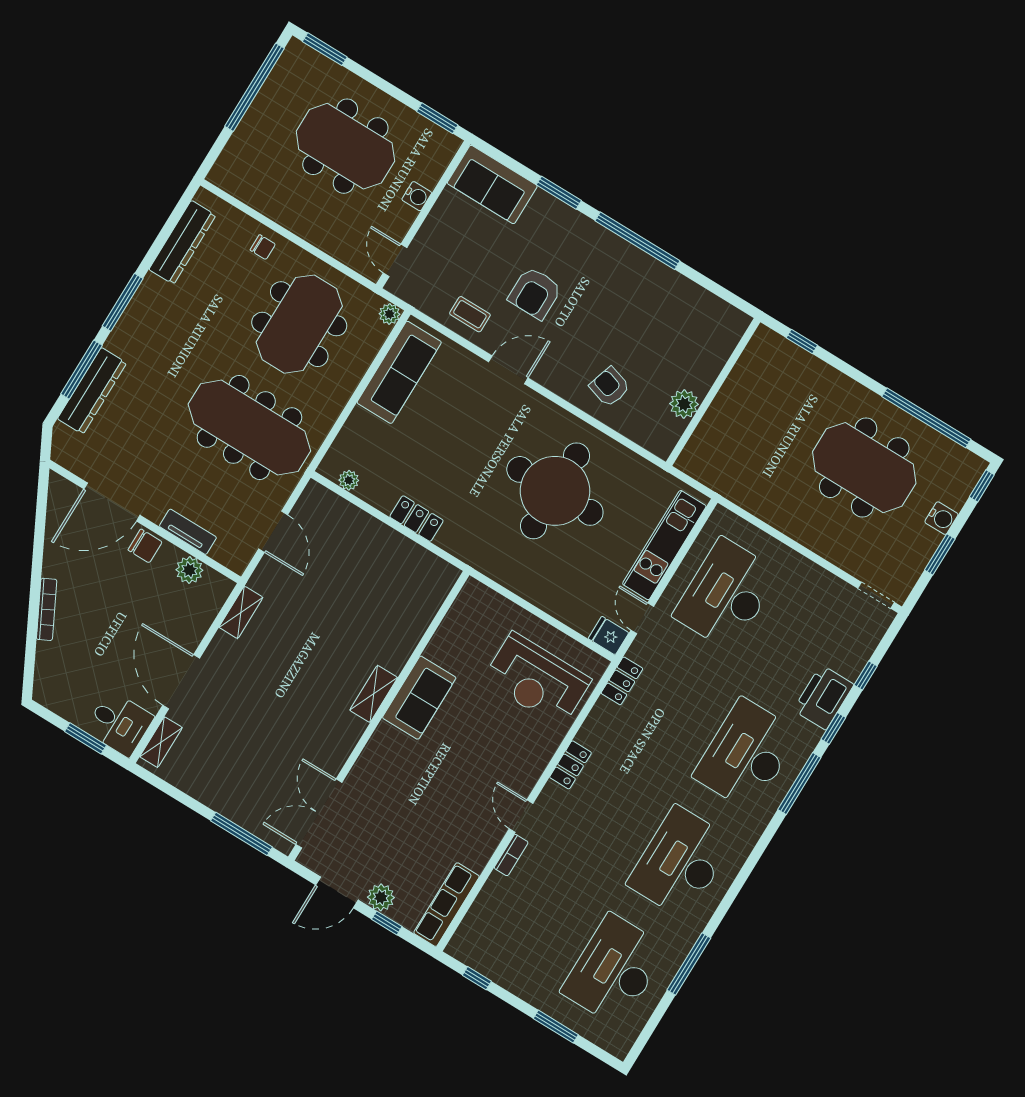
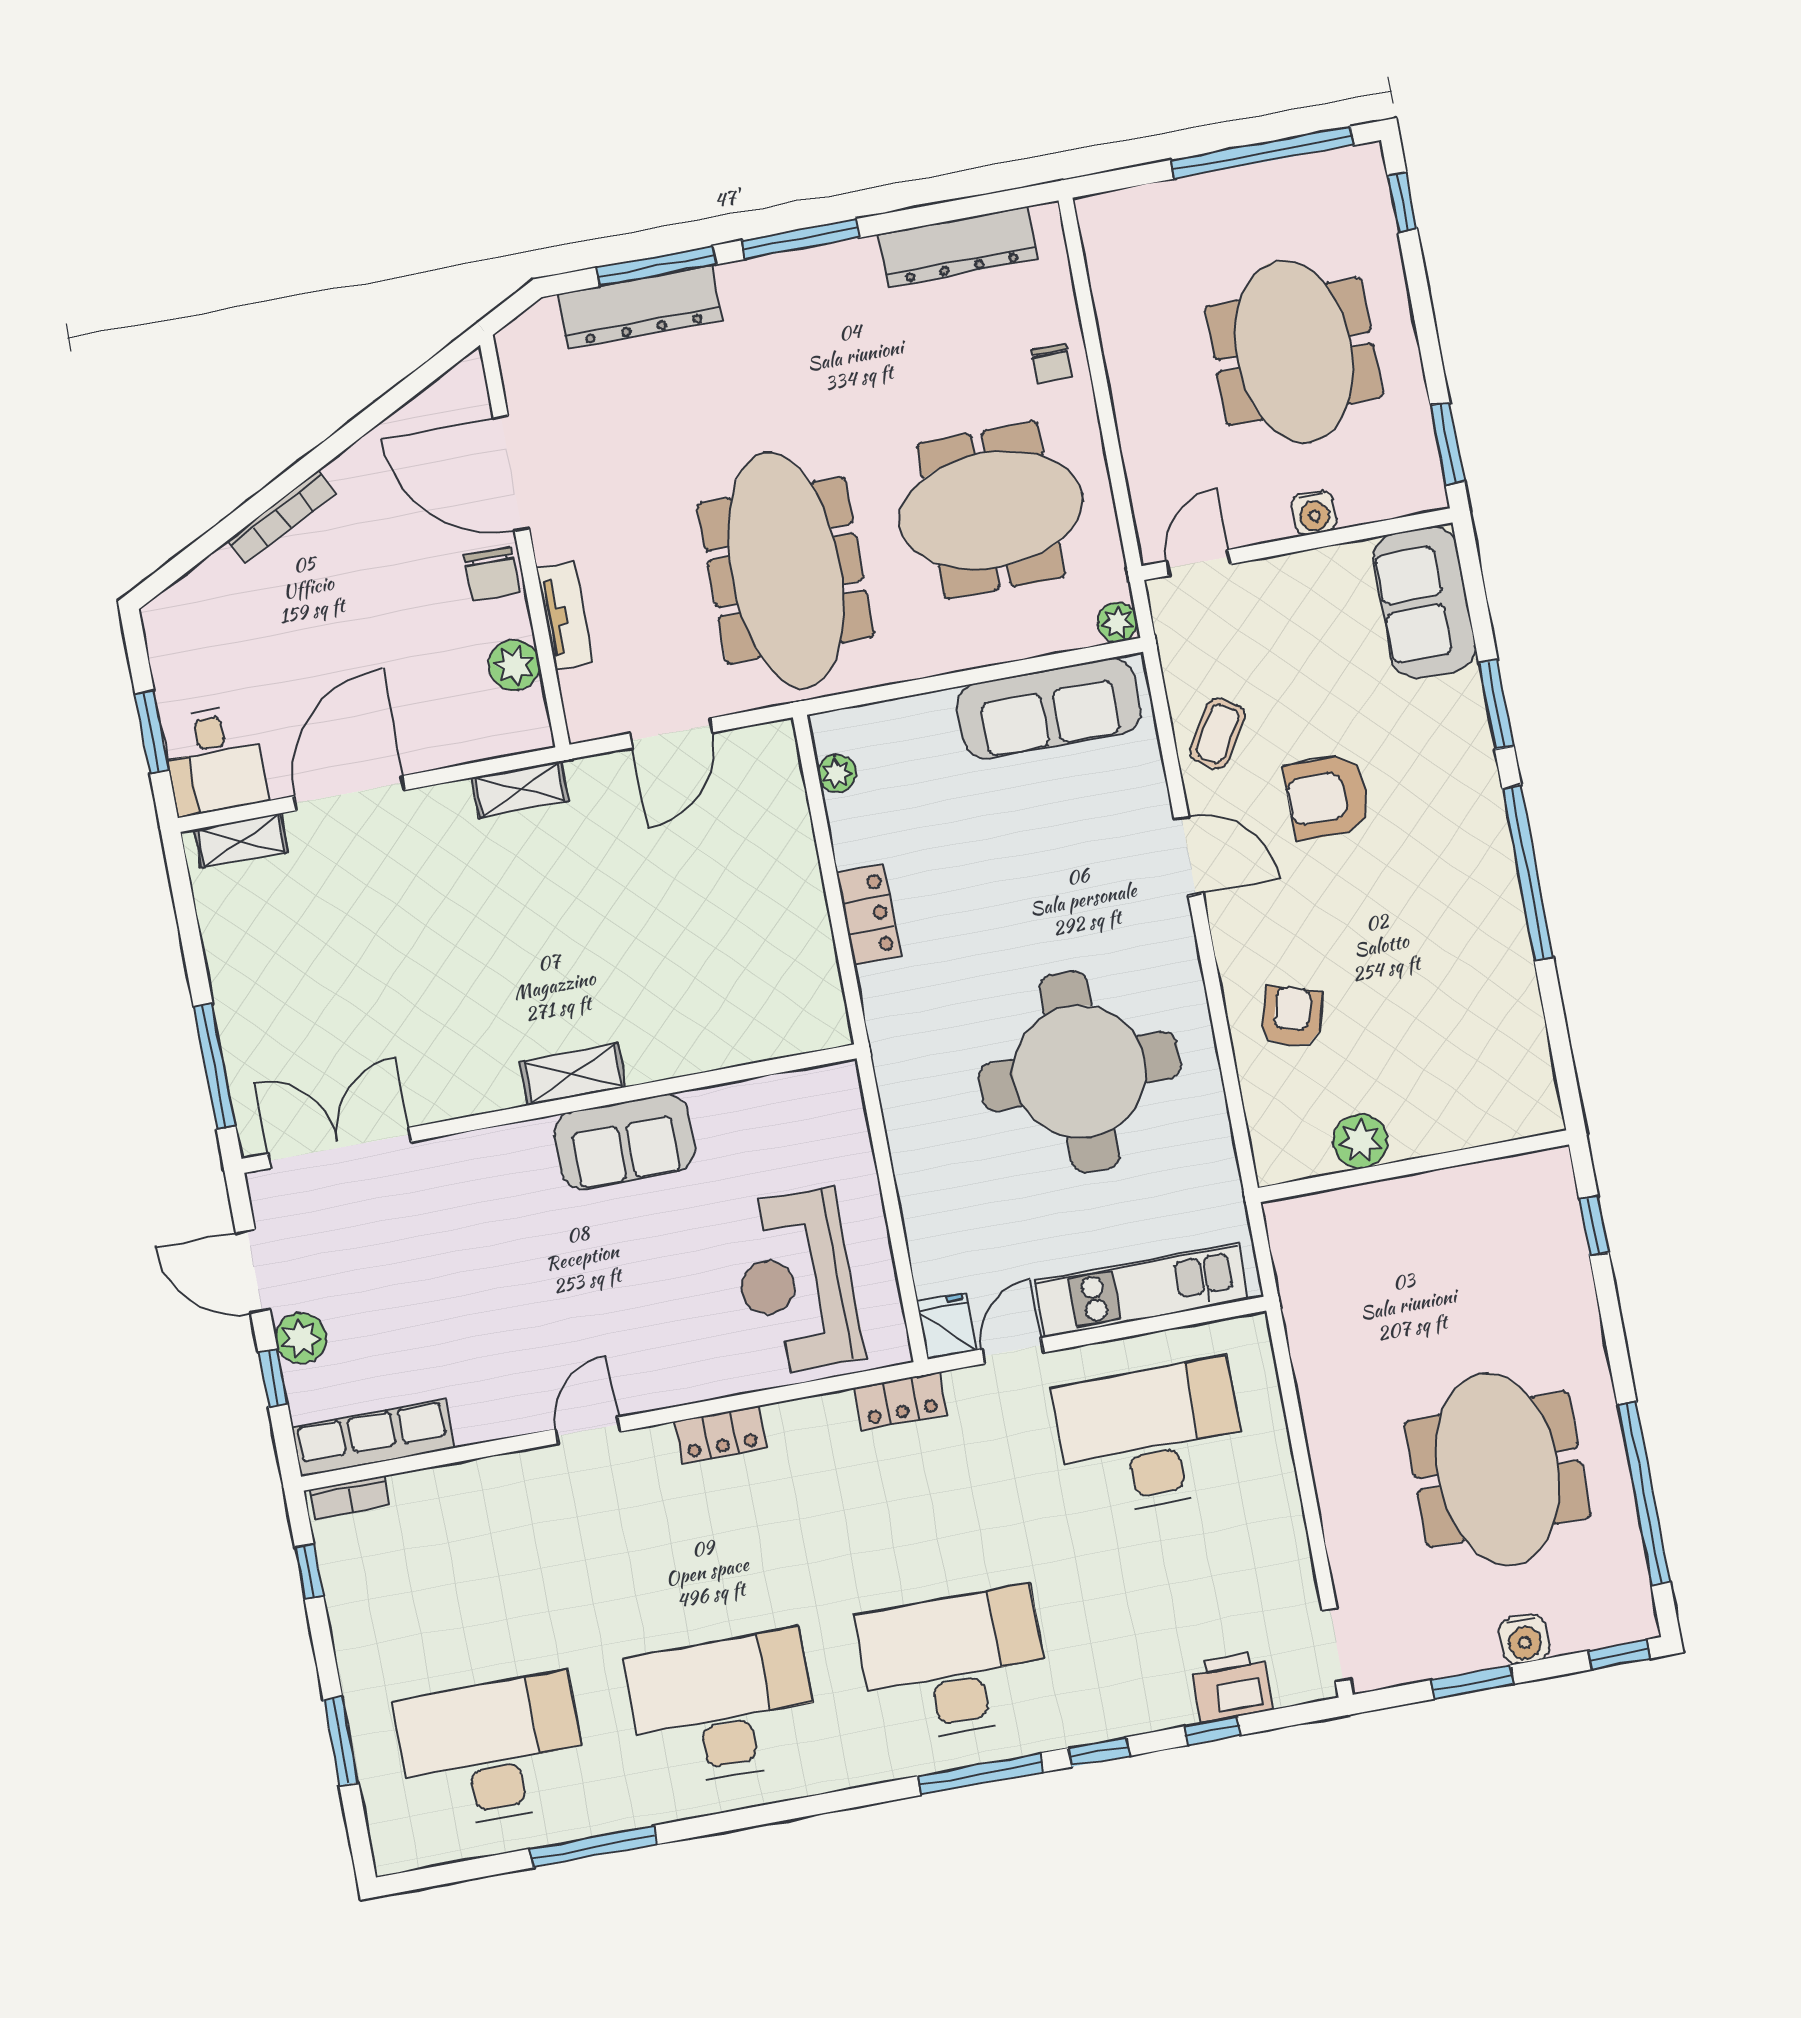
window: (325, 49) -> (1402, 202), width x0.67
coffee table: (470, 314) -> (1217, 733), turned 31
printer: (823, 697) -> (1231, 1687), moved, width x0.73, depth x0.84
bookcase: (511, 855) -> (350, 1497), moved

